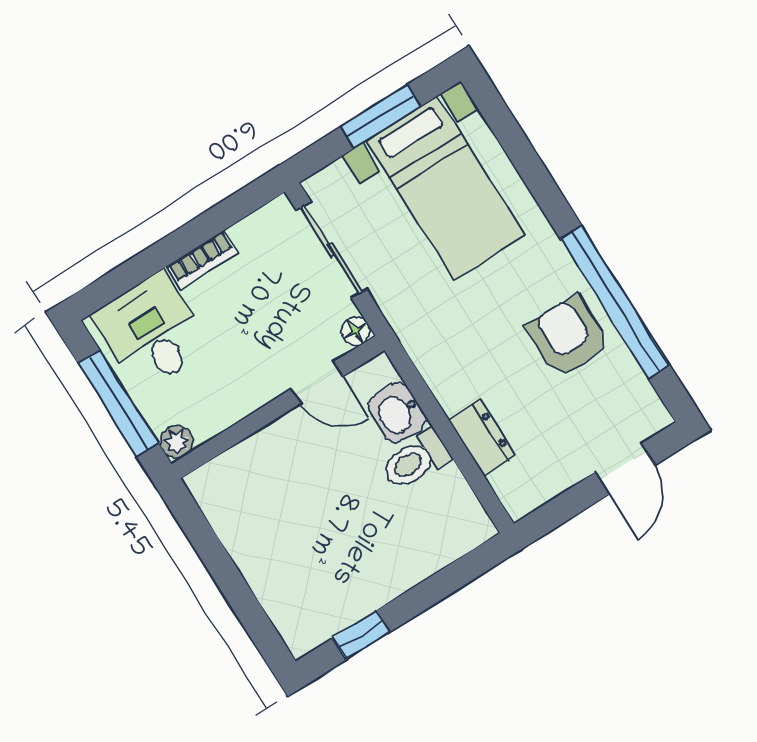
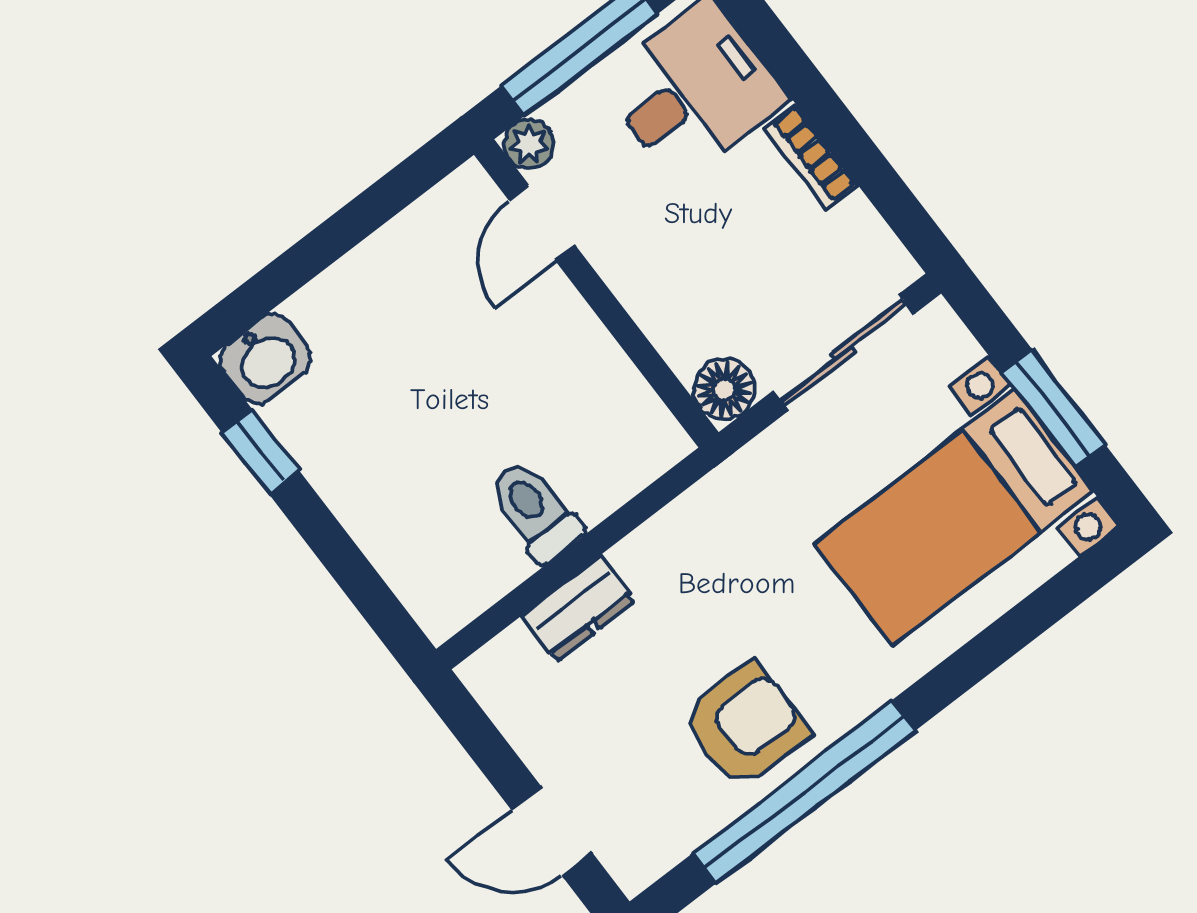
floor lamp: (356, 331) -> (724, 389), width x1.37, depth x1.37
door: (317, 383) -> (542, 223), moved
washbasin: (397, 413) -> (265, 359), moved, turned 180

